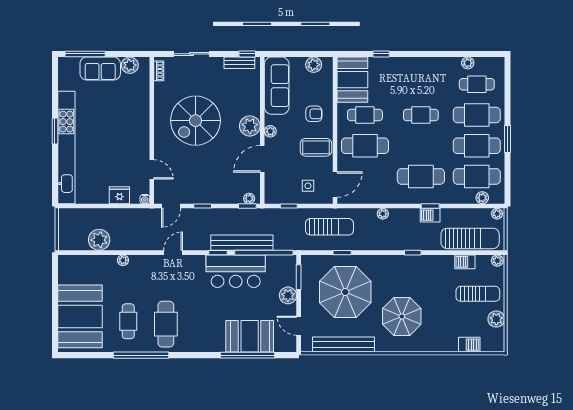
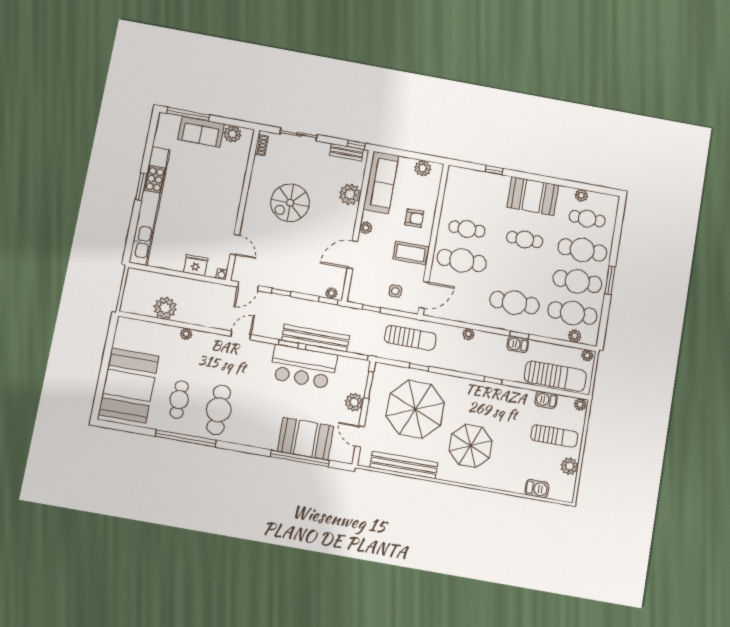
booth: (352, 80) -> (533, 196), moved, turned 90
spiral stairs: (196, 121) -> (290, 203), width x0.73, depth x0.73
plant: (250, 126) -> (350, 194), moved

